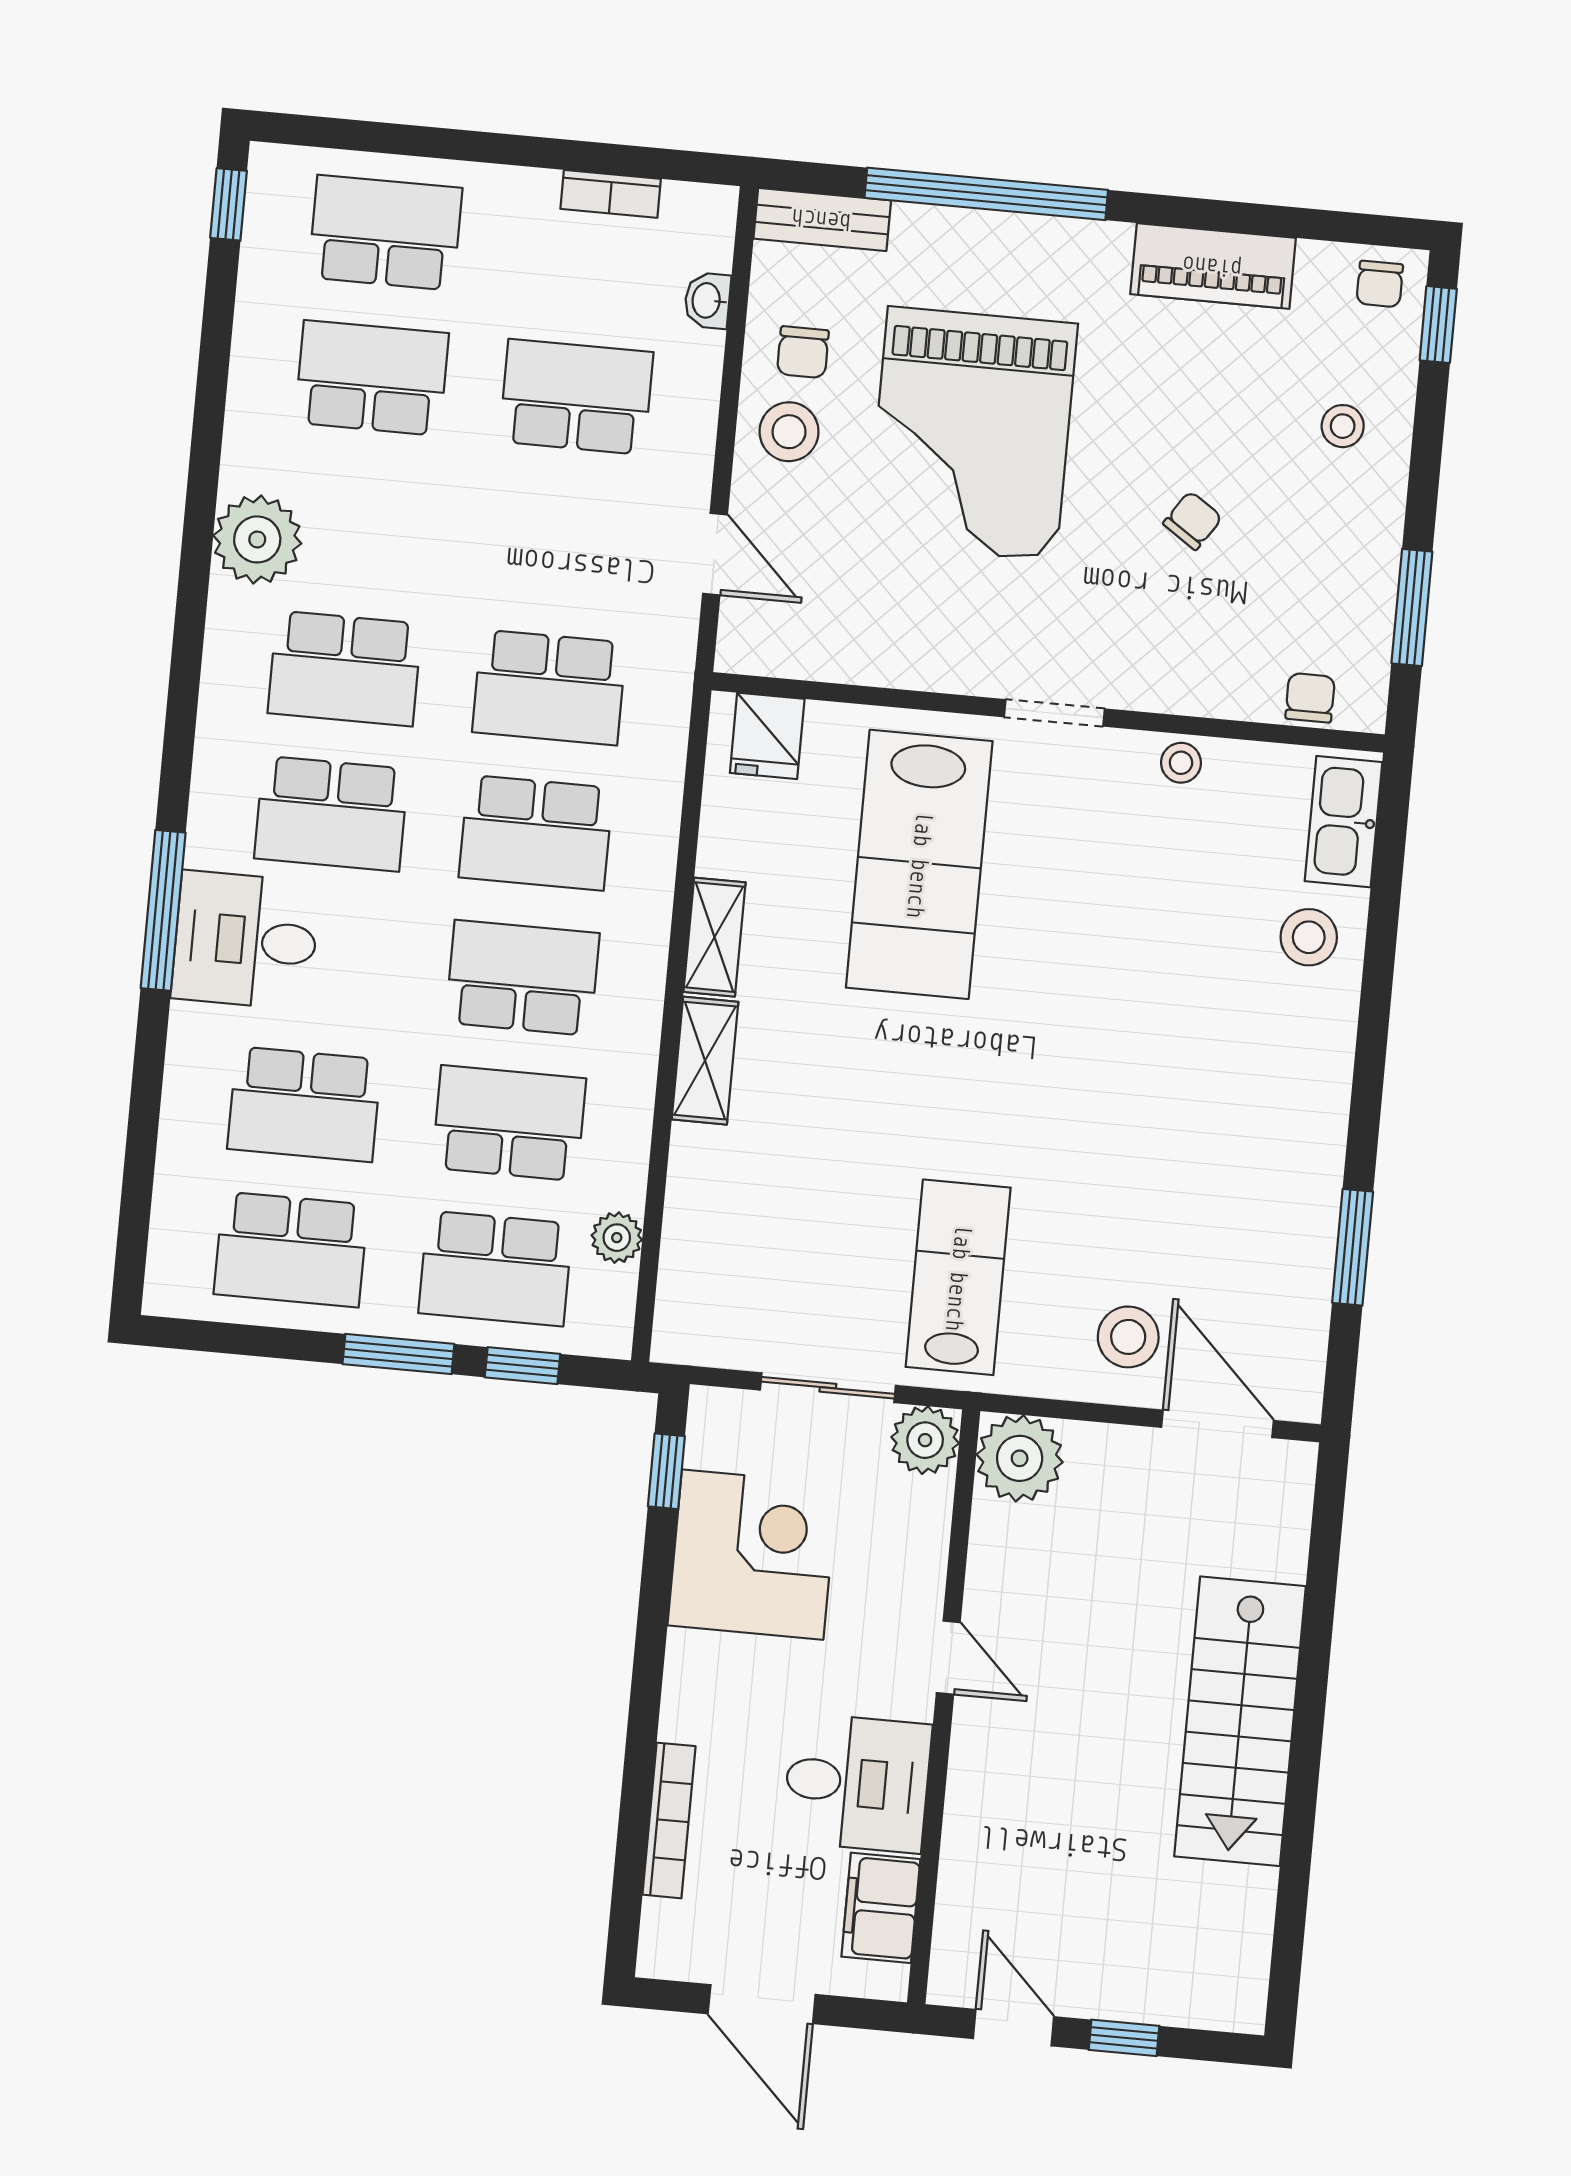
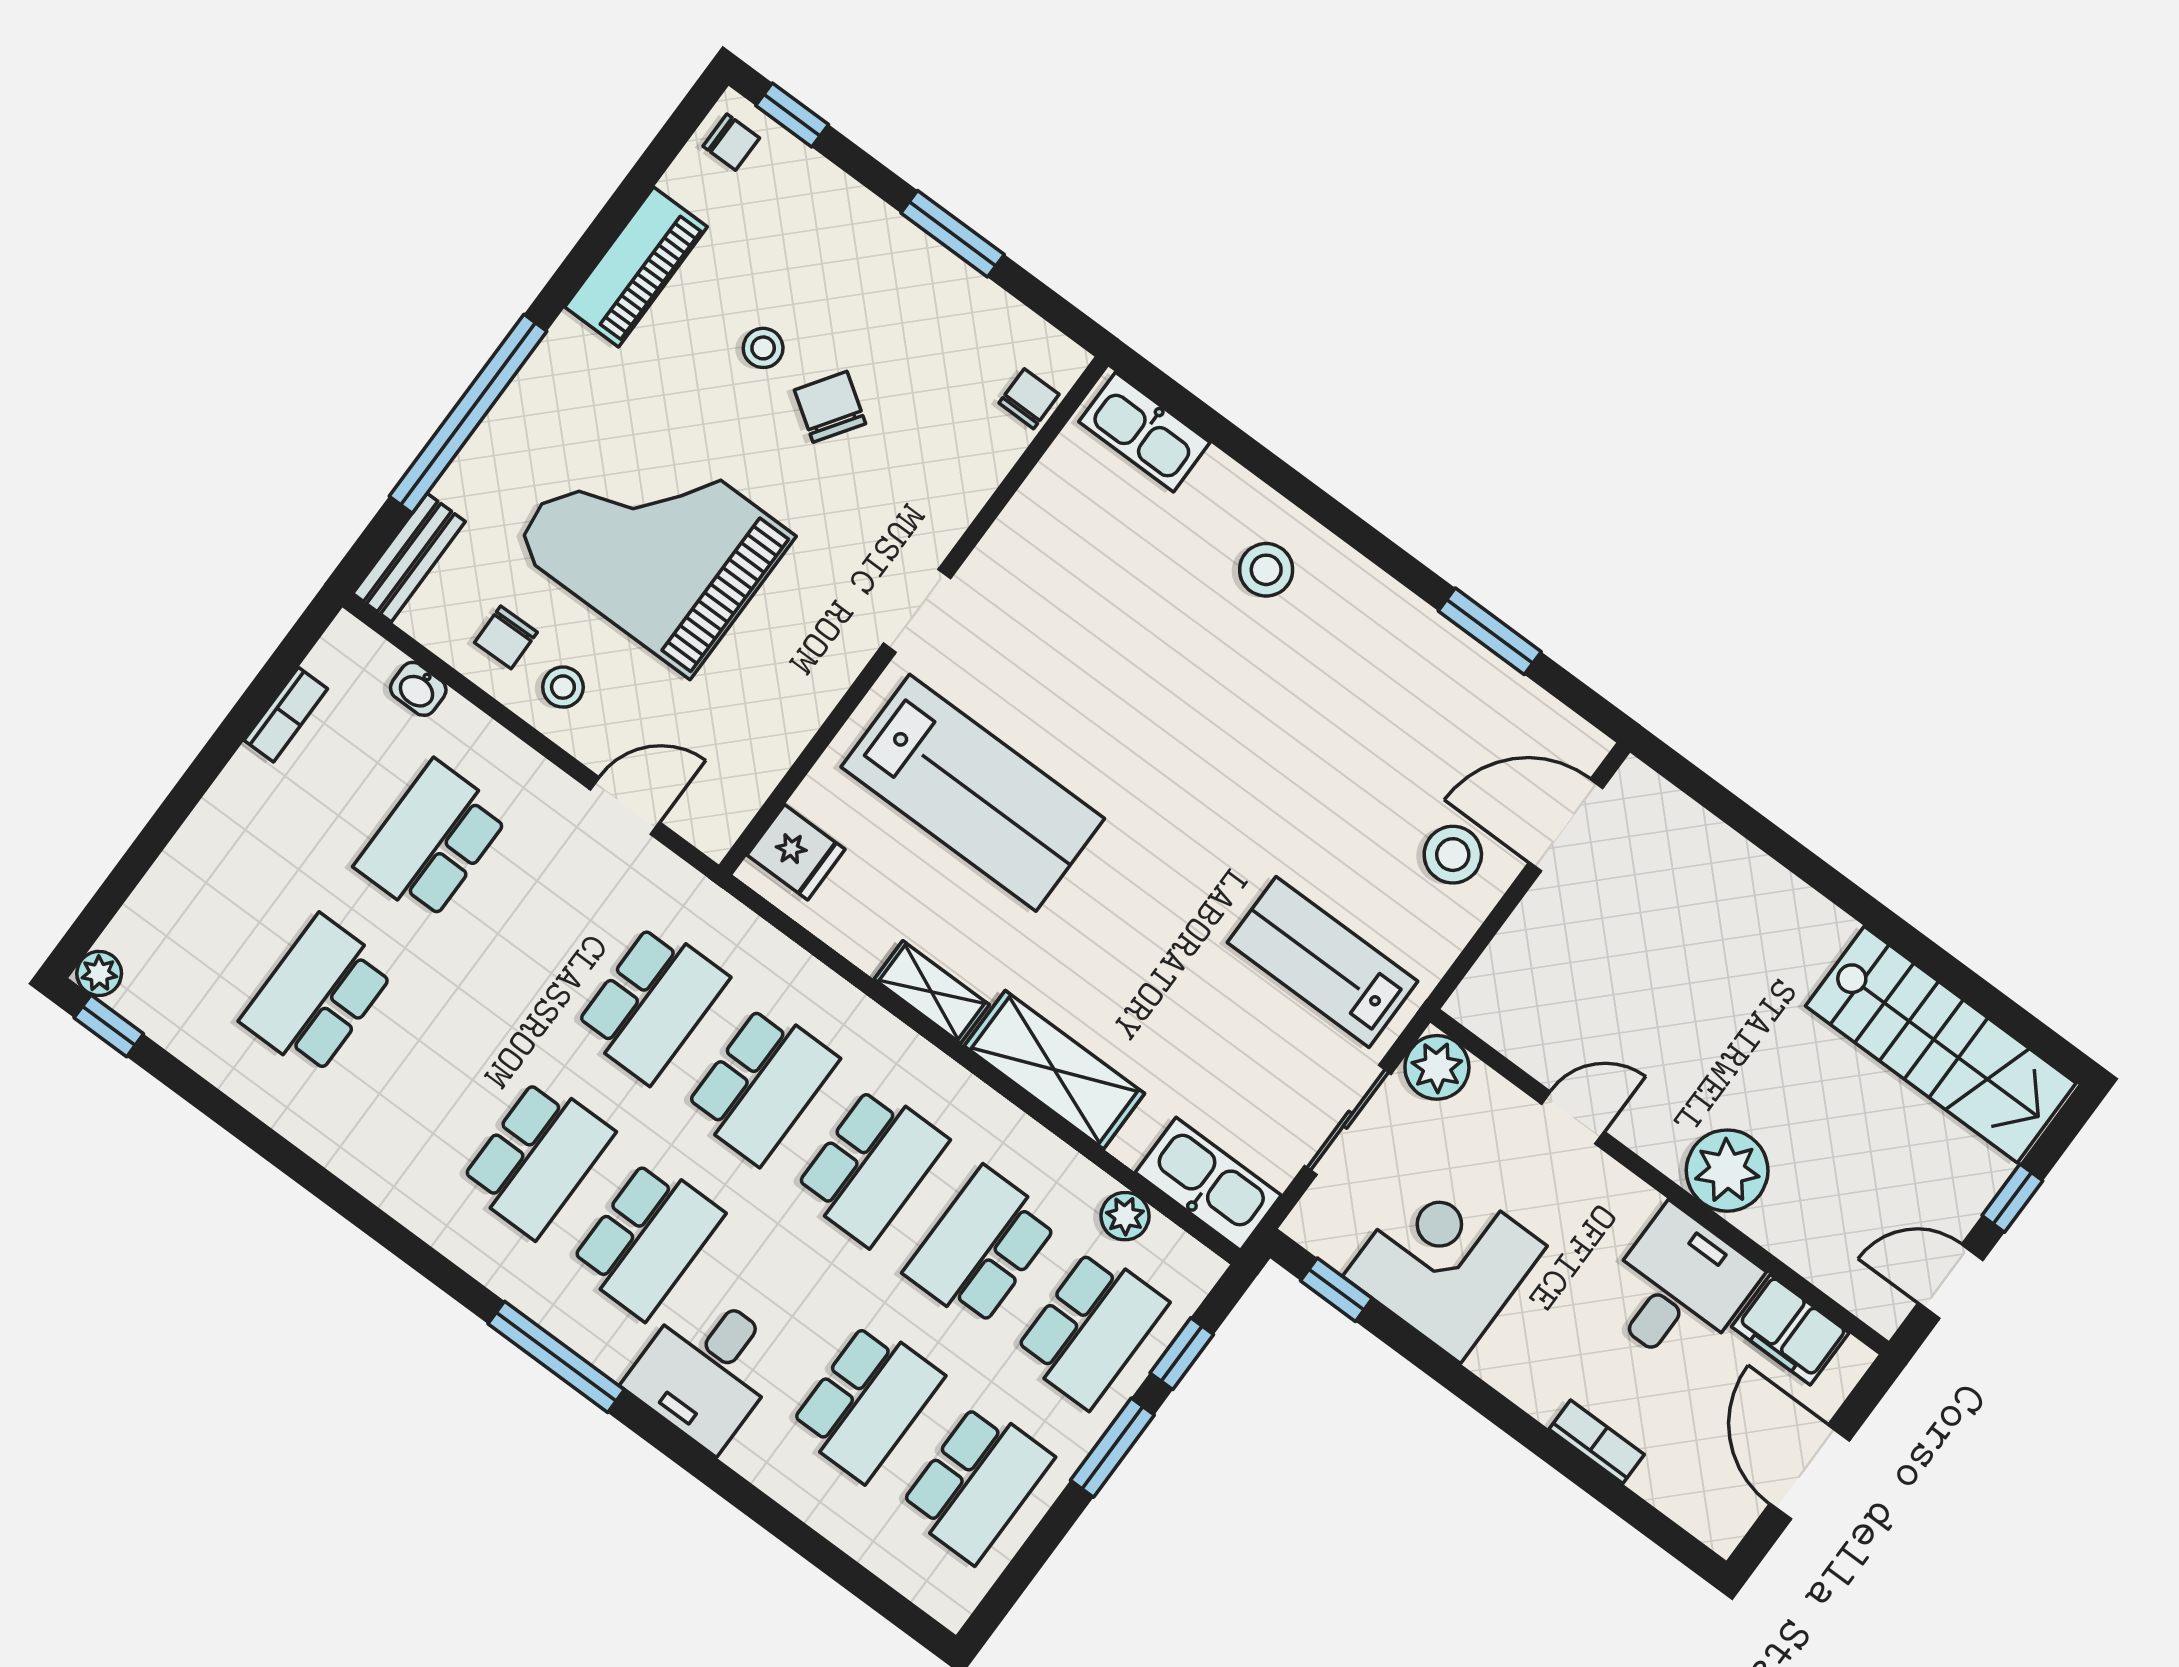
school desk: (385, 233) -> (208, 914), removed
chair: (803, 352) -> (506, 637), turned 89
stool: (1343, 426) -> (763, 348), moved
stool: (789, 432) -> (563, 687), width x0.73, depth x0.73
grand piano: (972, 434) -> (653, 541), turned 180
chair: (1193, 521) -> (830, 407), width x1.37, depth x1.37
plant: (257, 539) -> (99, 973), moved, width x0.53, depth x0.53
window: (1412, 607) -> (953, 234), moved
chair: (1310, 698) -> (1029, 399), turned 90
stool: (1181, 763) -> (1018, 534), removed
window: (163, 910) -> (556, 1357), moved
stool: (1309, 937) -> (1266, 570), moved
school desk: (522, 978) -> (871, 1166), turned 180
shelving: (705, 1061) -> (1054, 1070), width x1.50, depth x1.33
kitchen sink: (692, 1296) -> (1208, 1184), added
plant: (1020, 1458) -> (1727, 1171), moved
door: (948, 1658) -> (1573, 1118), moved
stairs: (1240, 1721) -> (1941, 1045), moved
bookcase: (669, 1820) -> (1597, 1442), width x0.64
door: (762, 2004) -> (1810, 1472), swing flipped

